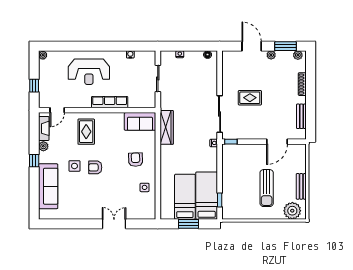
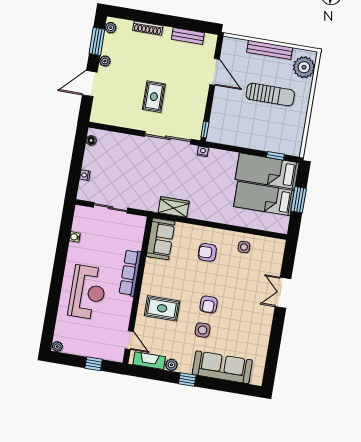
wardrobe: (167, 127) -> (174, 207), width x0.67
bench: (301, 186) -> (270, 50), width x1.36

